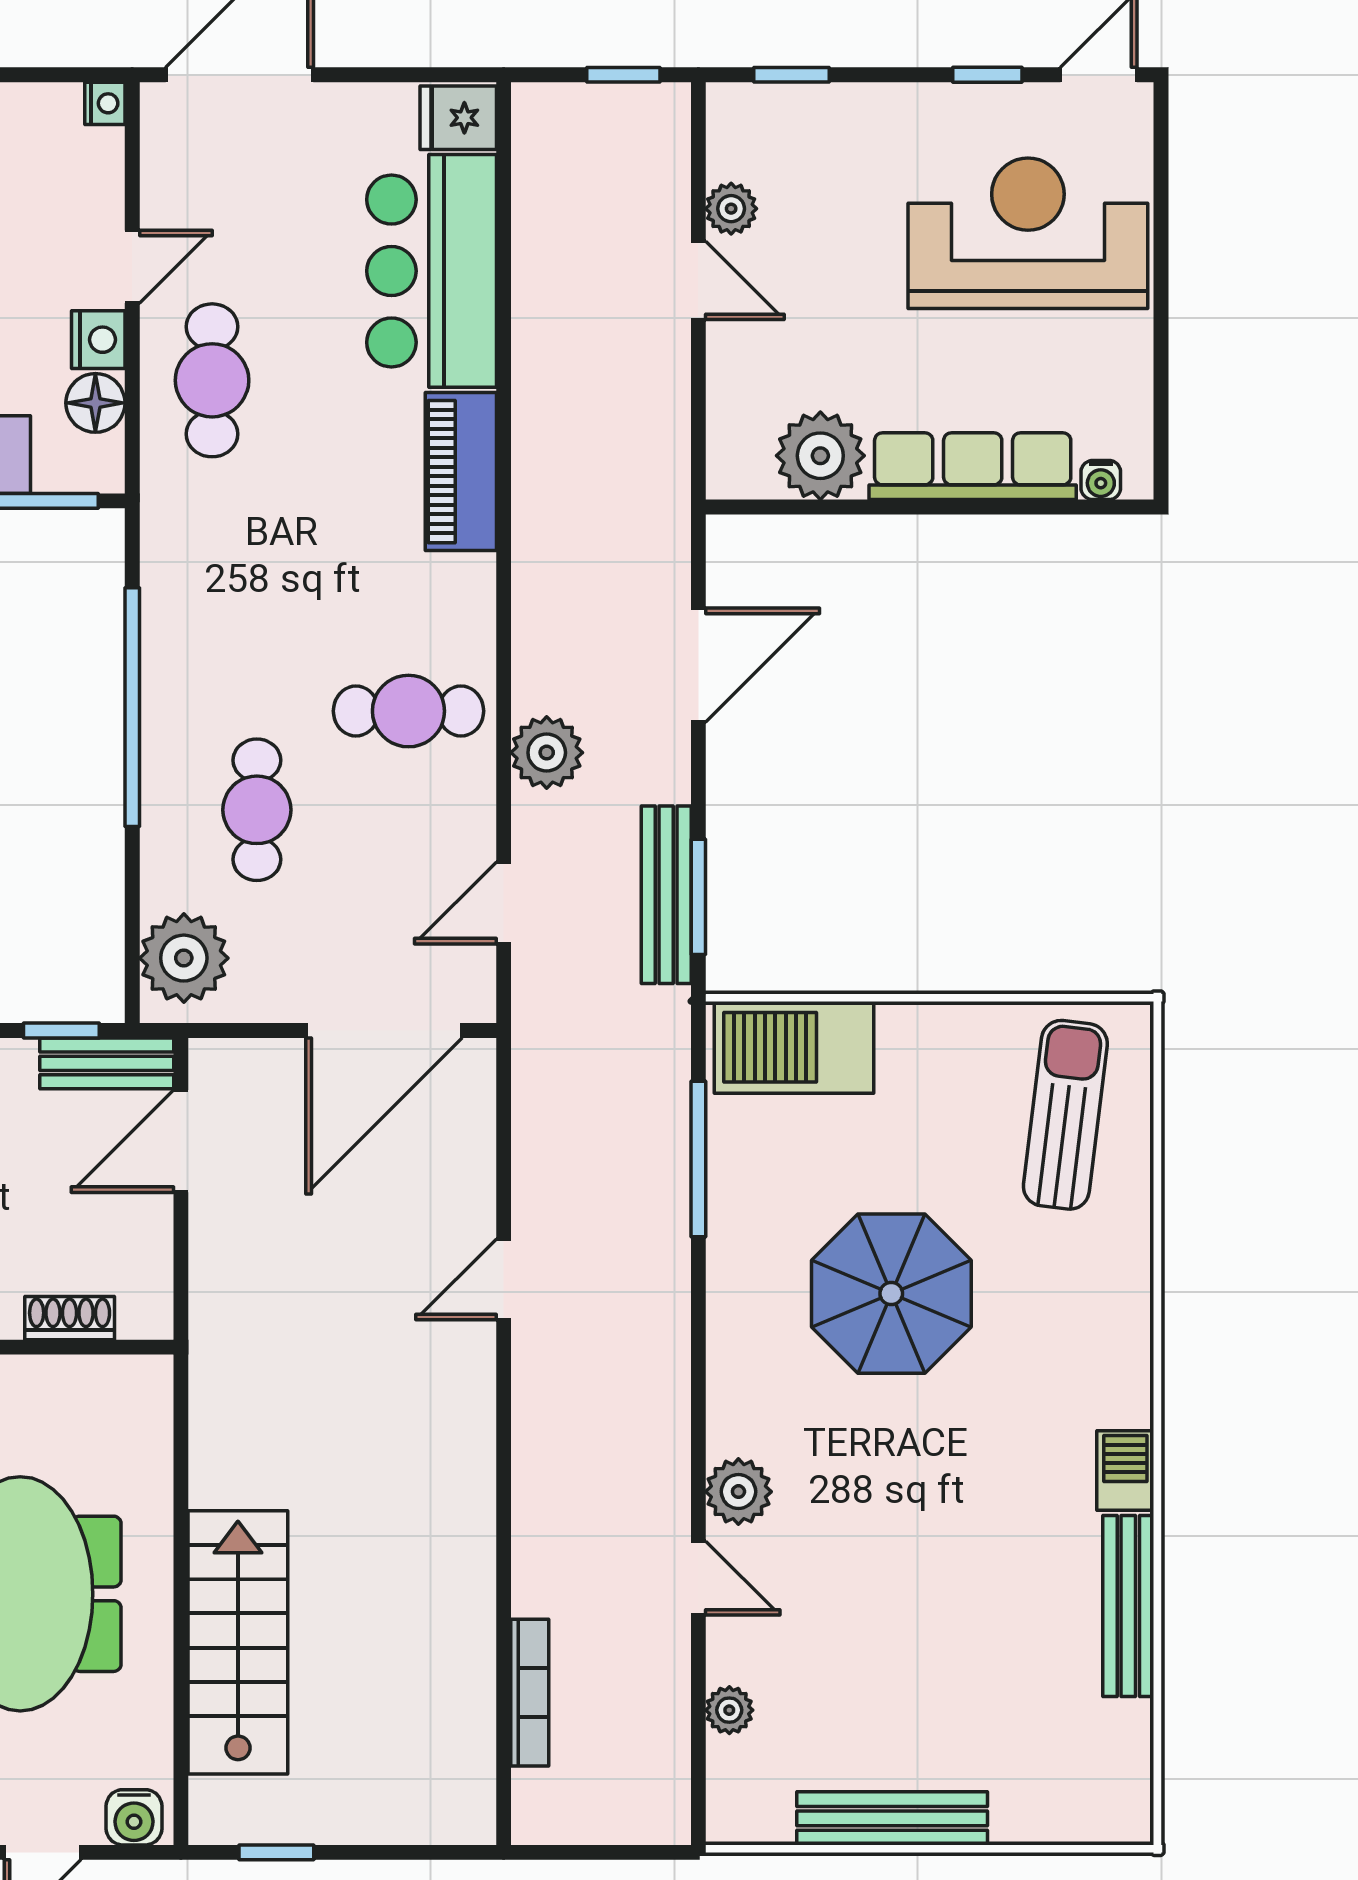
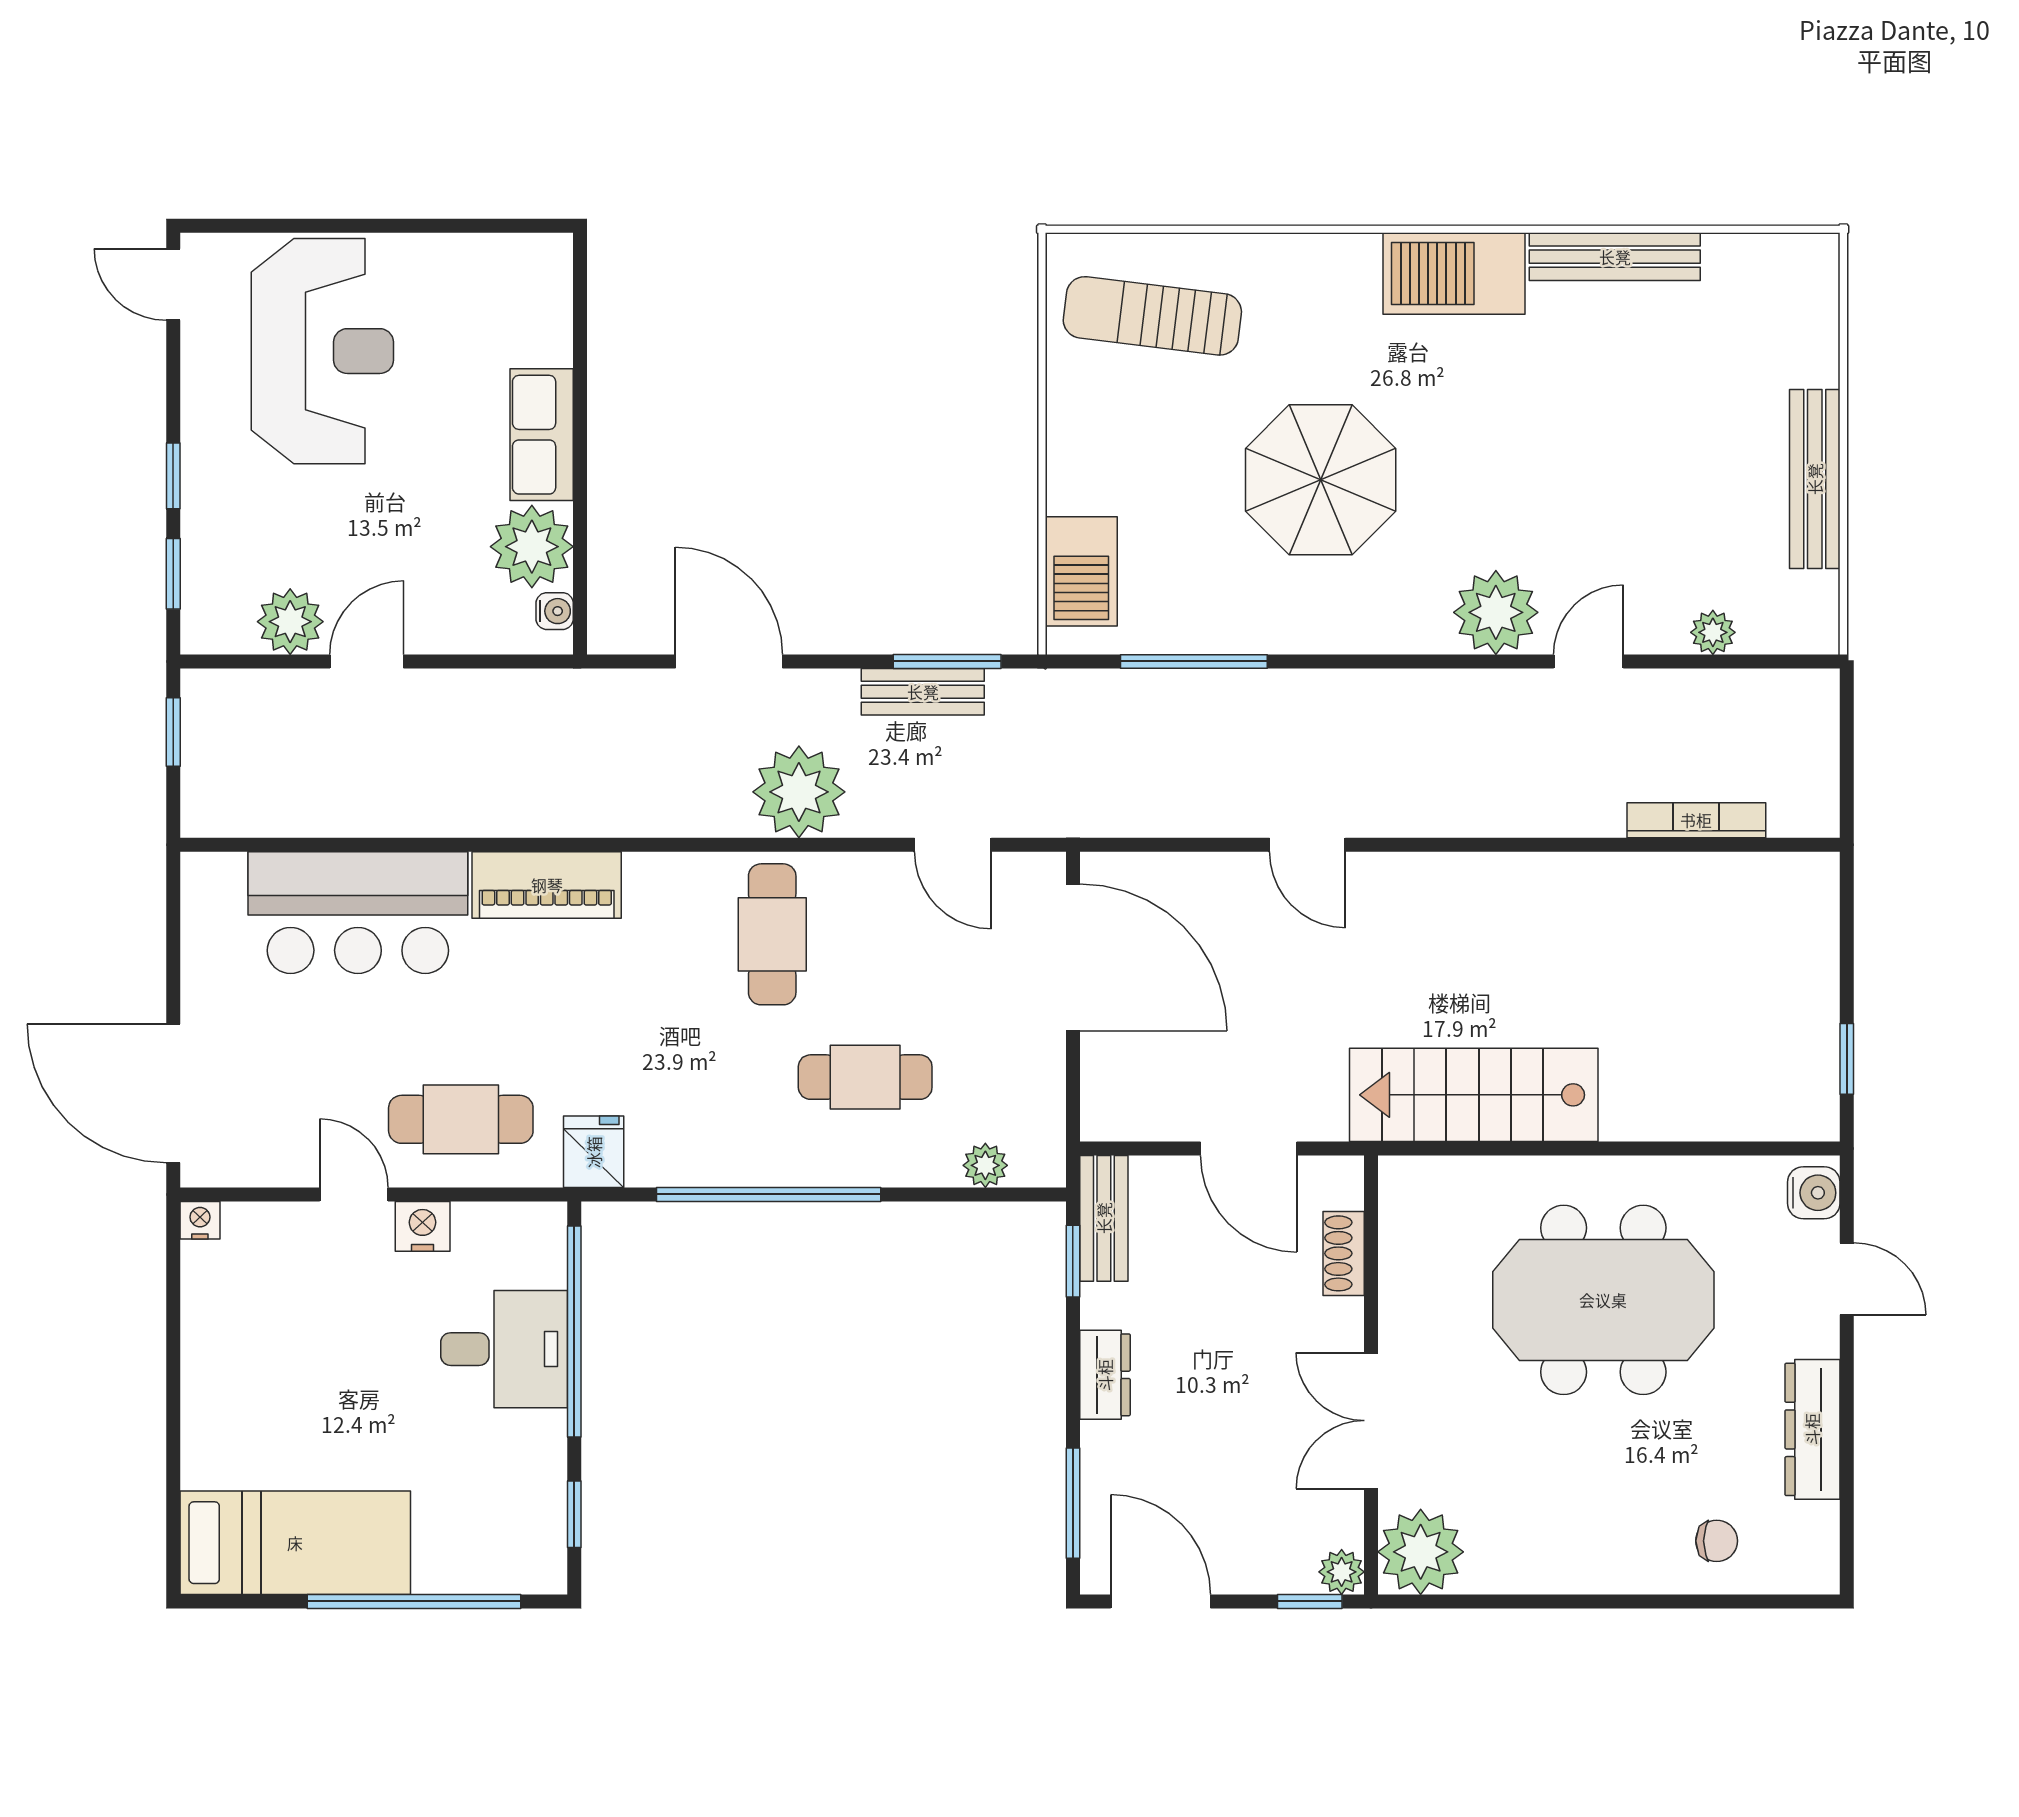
window: (987, 75) -> (173, 476), moved
fridge: (458, 118) -> (594, 1152), moved, turned 180
plant: (731, 209) -> (290, 622), width x1.38, depth x1.38
reception desk: (1028, 233) -> (322, 351), turned 180
floor lamp: (95, 403) -> (482, 1229), removed
row of seats: (973, 466) -> (542, 435), width x0.68
water cooler: (1101, 480) -> (555, 611), moved
plant: (547, 753) -> (799, 792), width x1.36, depth x1.36
bench: (666, 895) -> (923, 692), width x0.73
plant: (184, 958) -> (985, 1165), width x0.53, depth x0.53
barbecue: (794, 1047) -> (1081, 571), width x0.73, depth x0.83
door: (181, 1141) -> (1249, 1149), moved
barbecue: (1125, 1471) -> (1454, 274), width x1.88, depth x1.53
plant: (738, 1492) -> (1496, 612), width x1.36, depth x1.36
stairs: (238, 1642) -> (1474, 1095), moved

